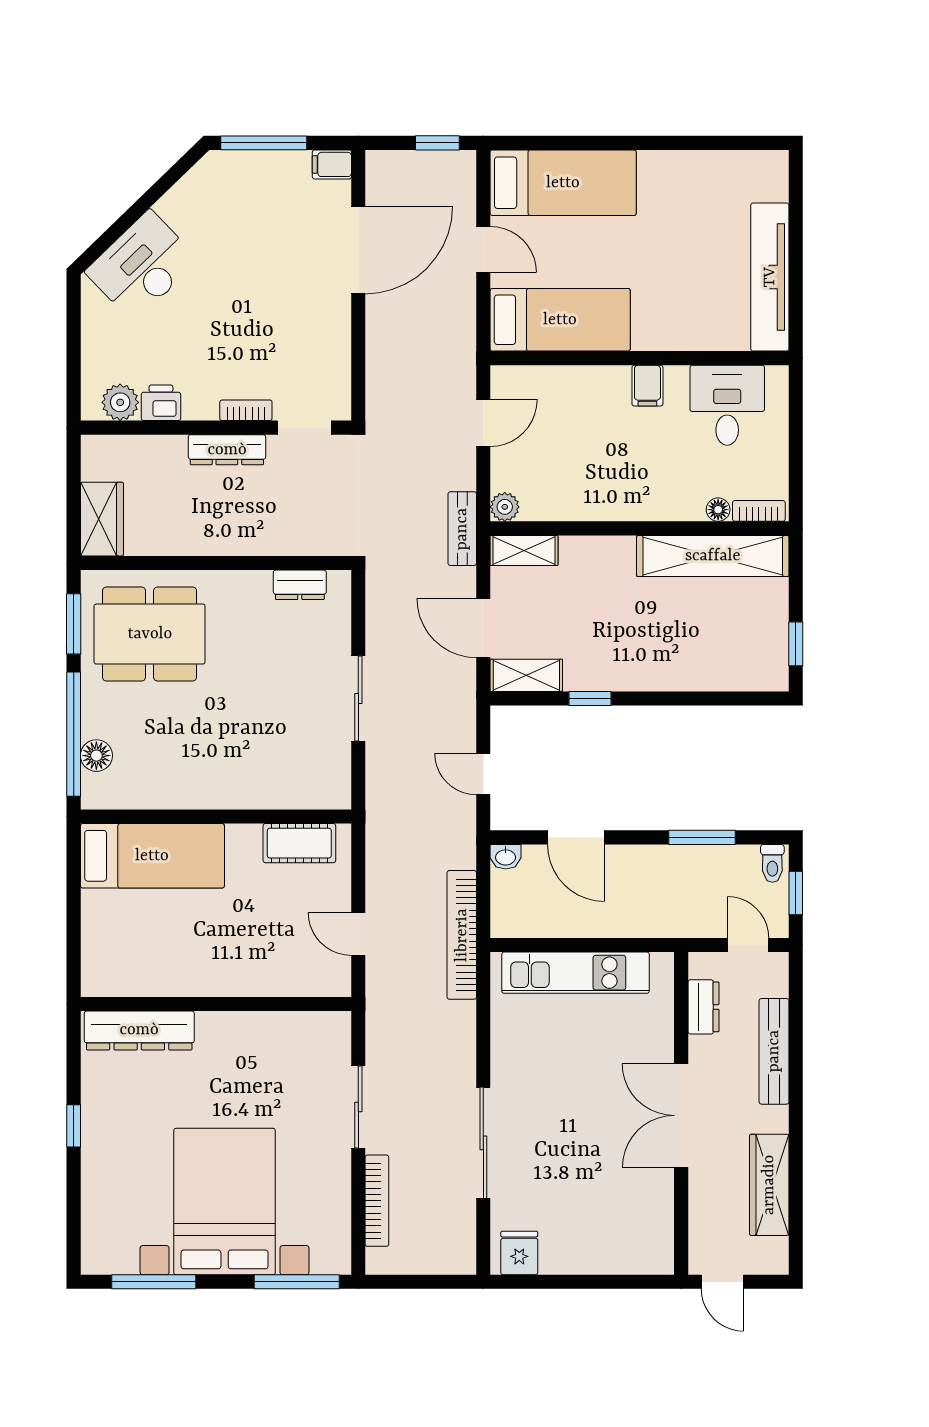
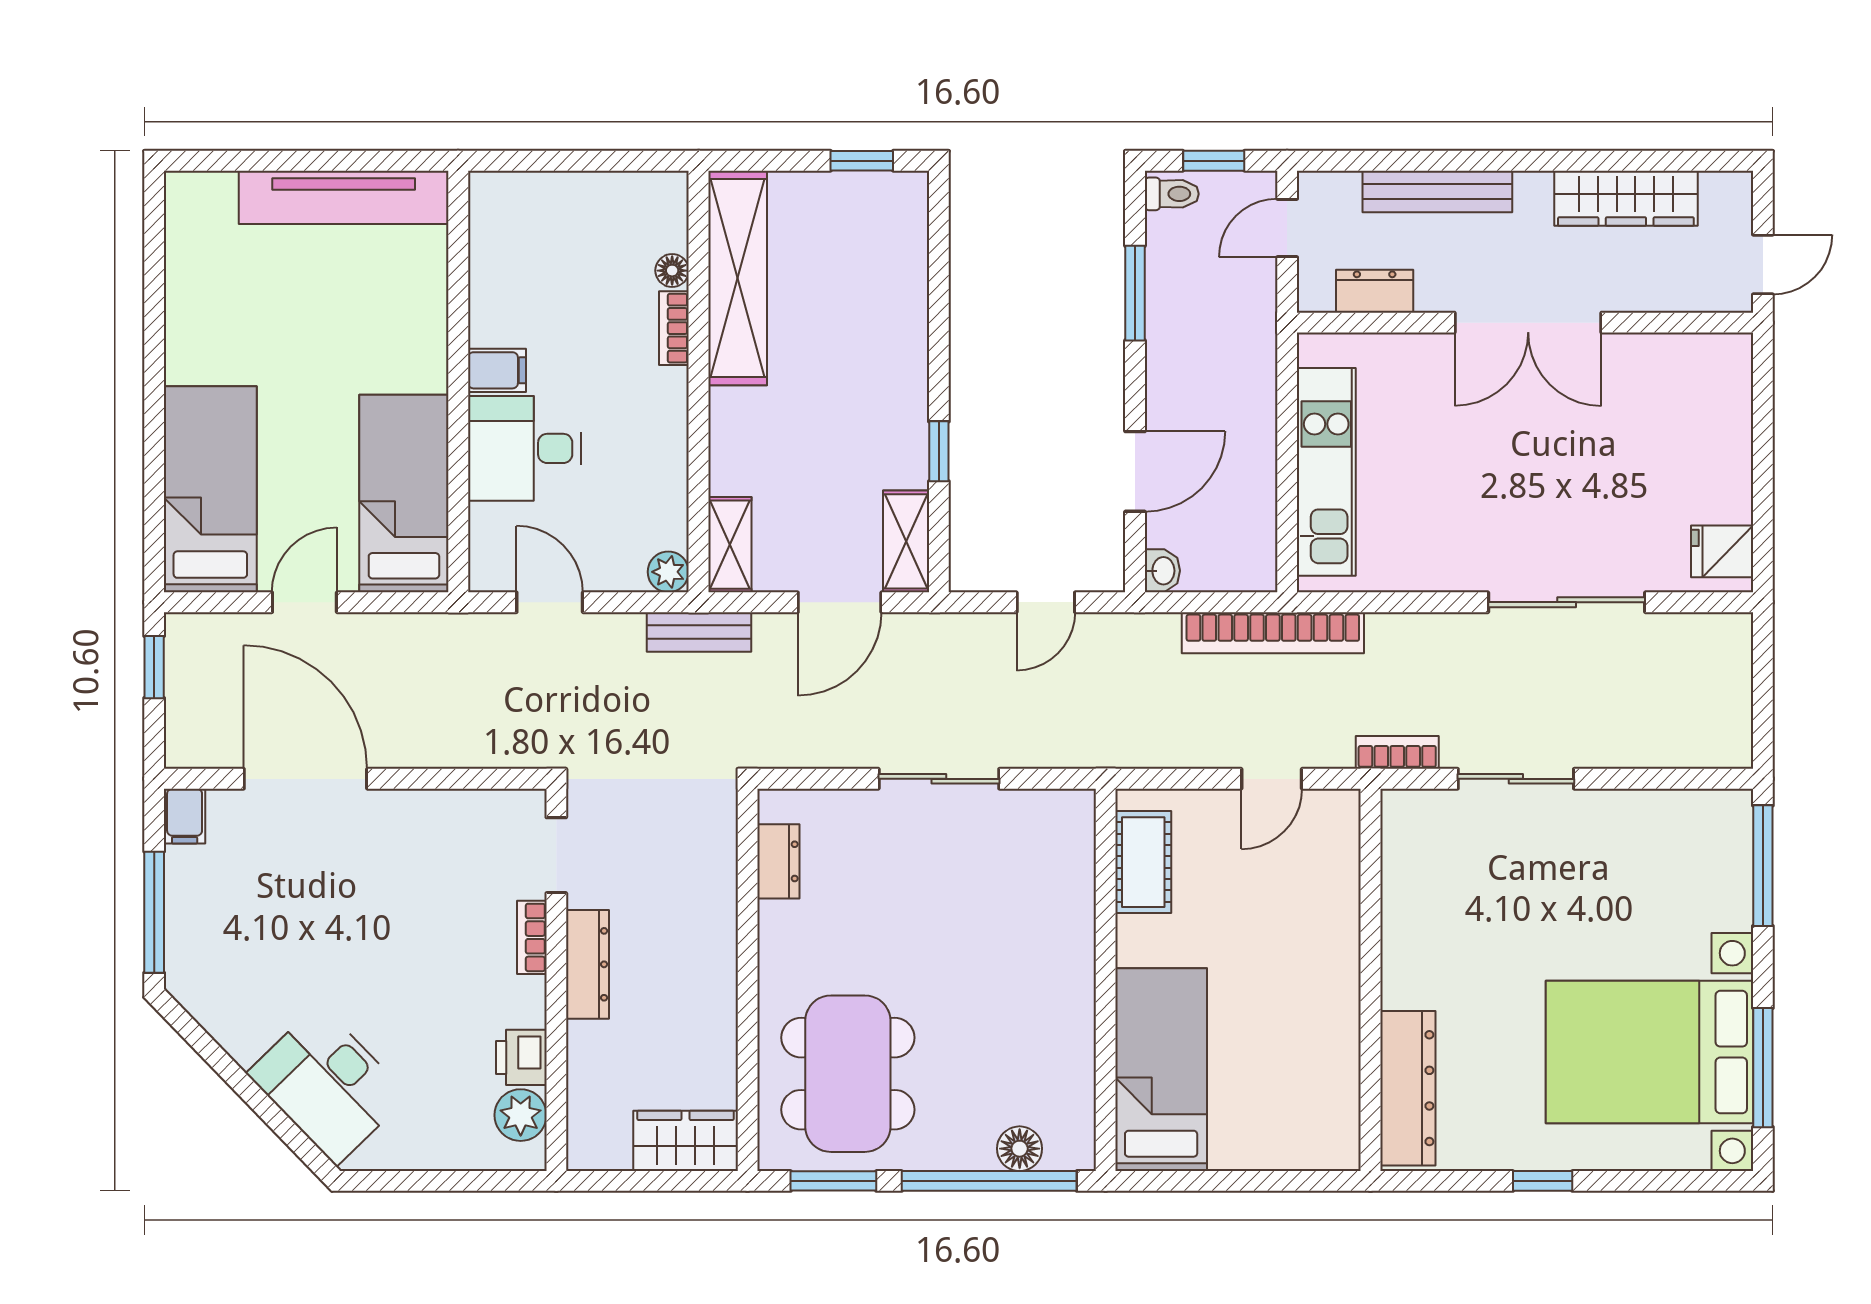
desk: (727, 405) -> (525, 448), moved
bookcase: (759, 511) -> (674, 328), moved
bookcase: (377, 1201) -> (1397, 752), moved, width x0.64
bed with nightstands: (225, 1202) -> (1649, 1052), moved

